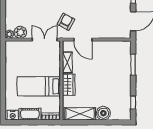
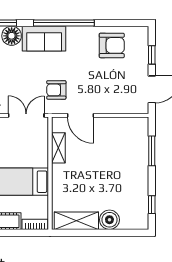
armchair: (66, 22) -> (56, 90), turned -118
wardrobe: (69, 85) -> (60, 179), removed

